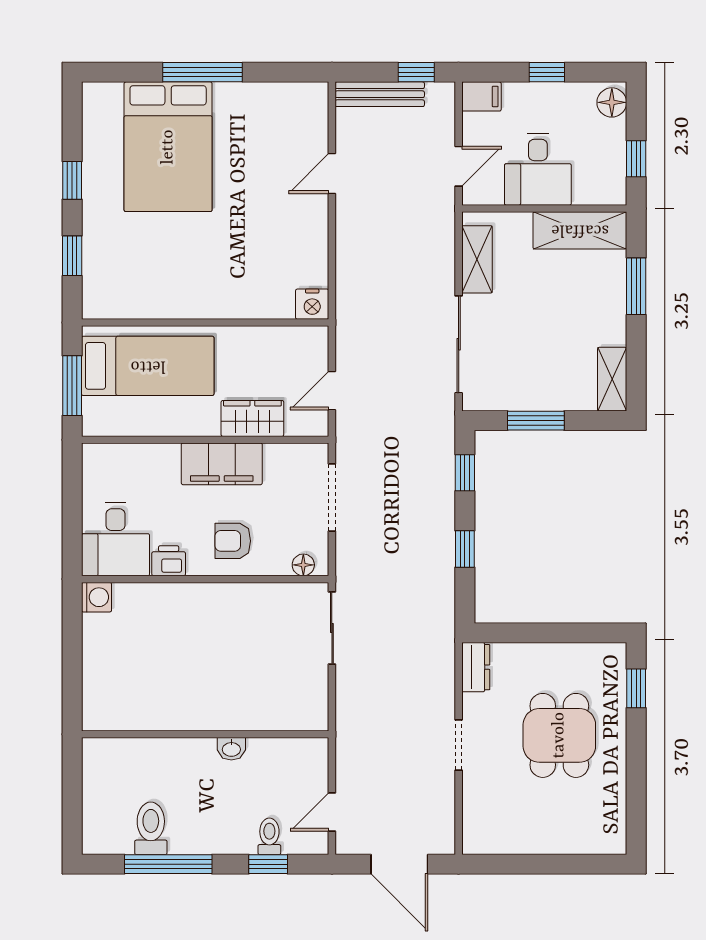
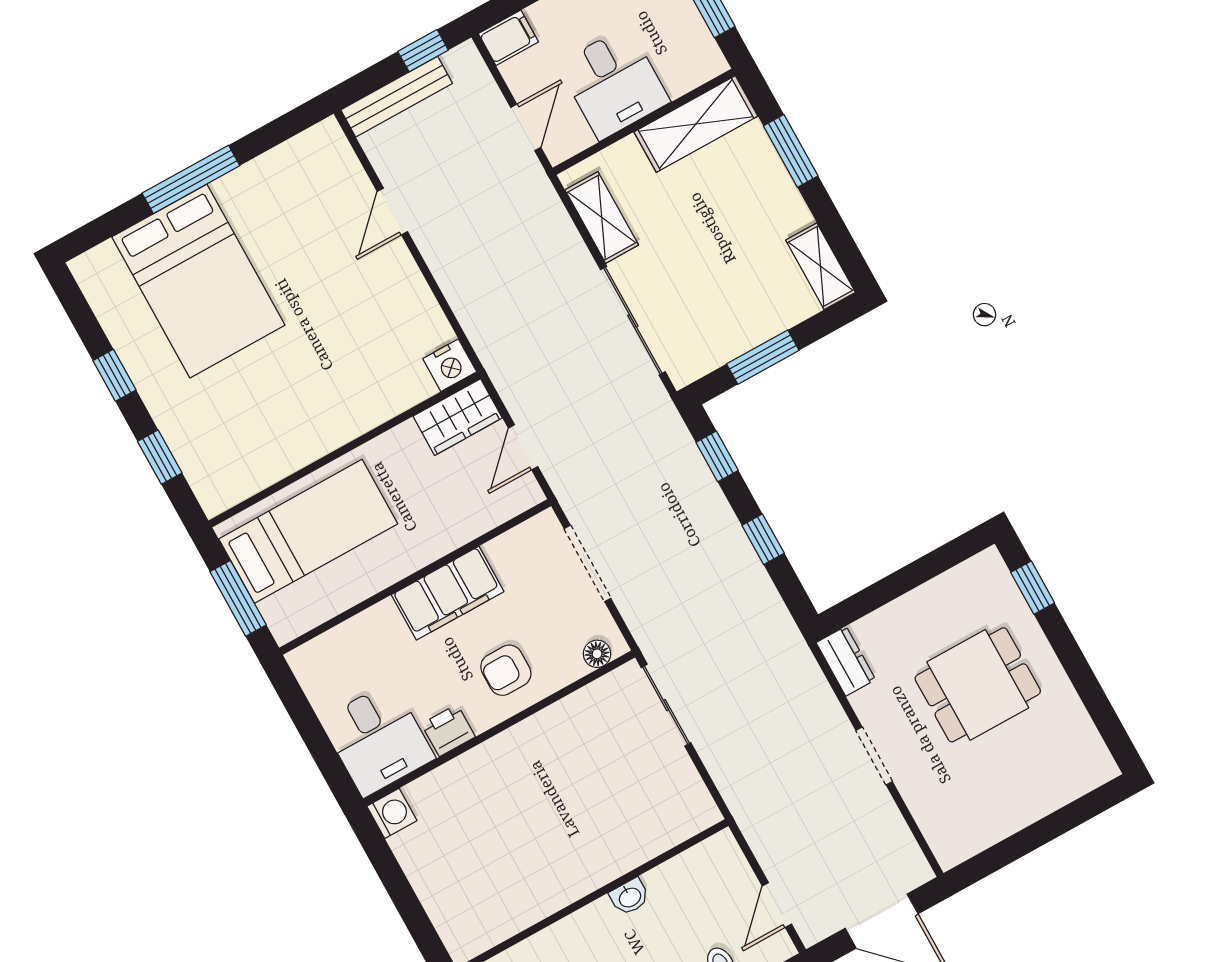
wardrobe: (252, 418) -> (458, 417), moved, turned 180
dining table: (559, 735) -> (978, 685), turned 90

